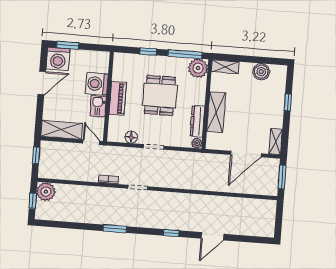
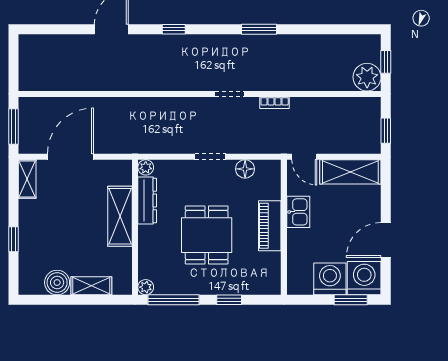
shelving: (225, 67) -> (91, 286), moved
plant: (198, 68) -> (146, 287), width x0.53, depth x0.53
washing machine: (97, 84) -> (330, 279), moved, turned -90

